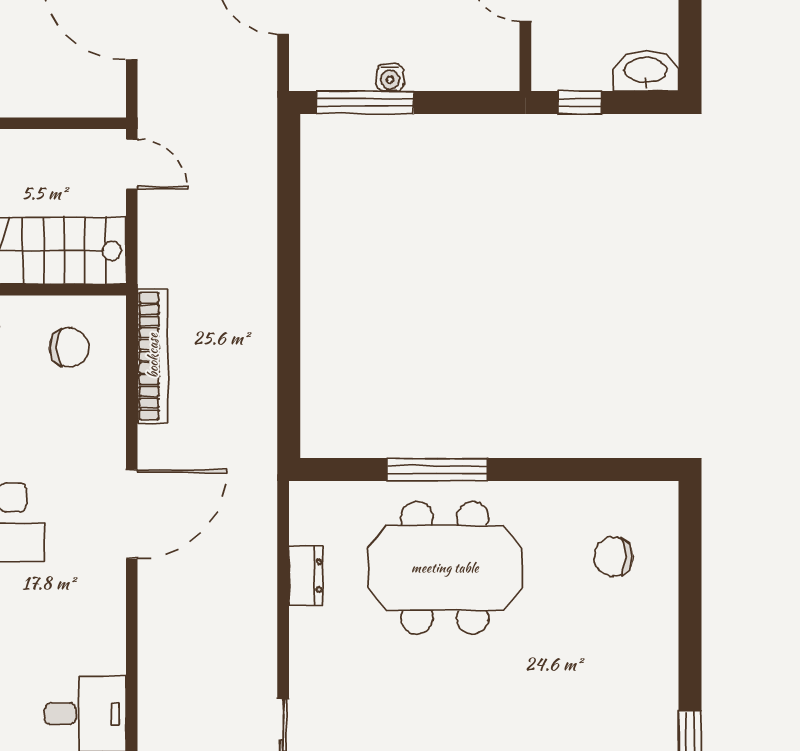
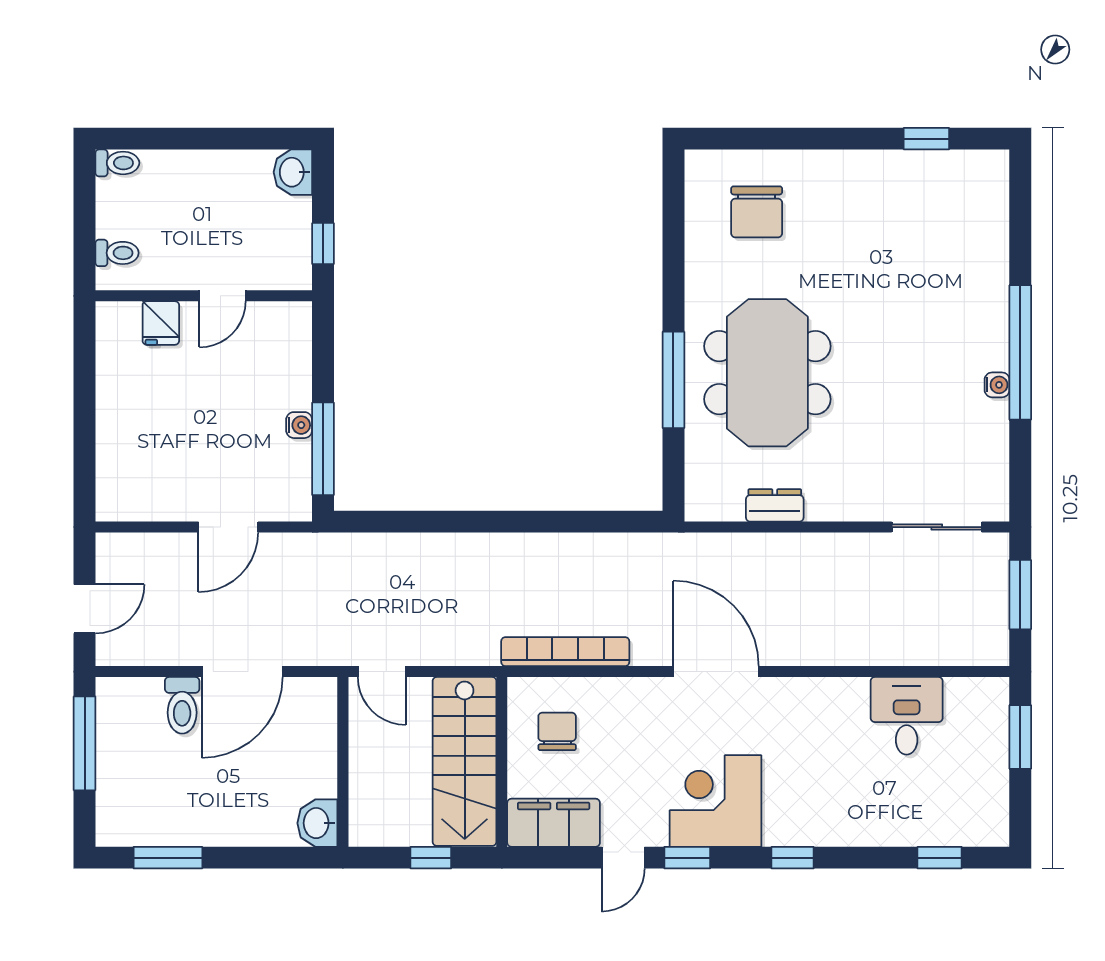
washbasin: (646, 71) -> (293, 172), width x0.72
door: (132, 164) -> (382, 672), swing flipped
chair: (613, 557) -> (757, 212), width x1.37, depth x1.37

